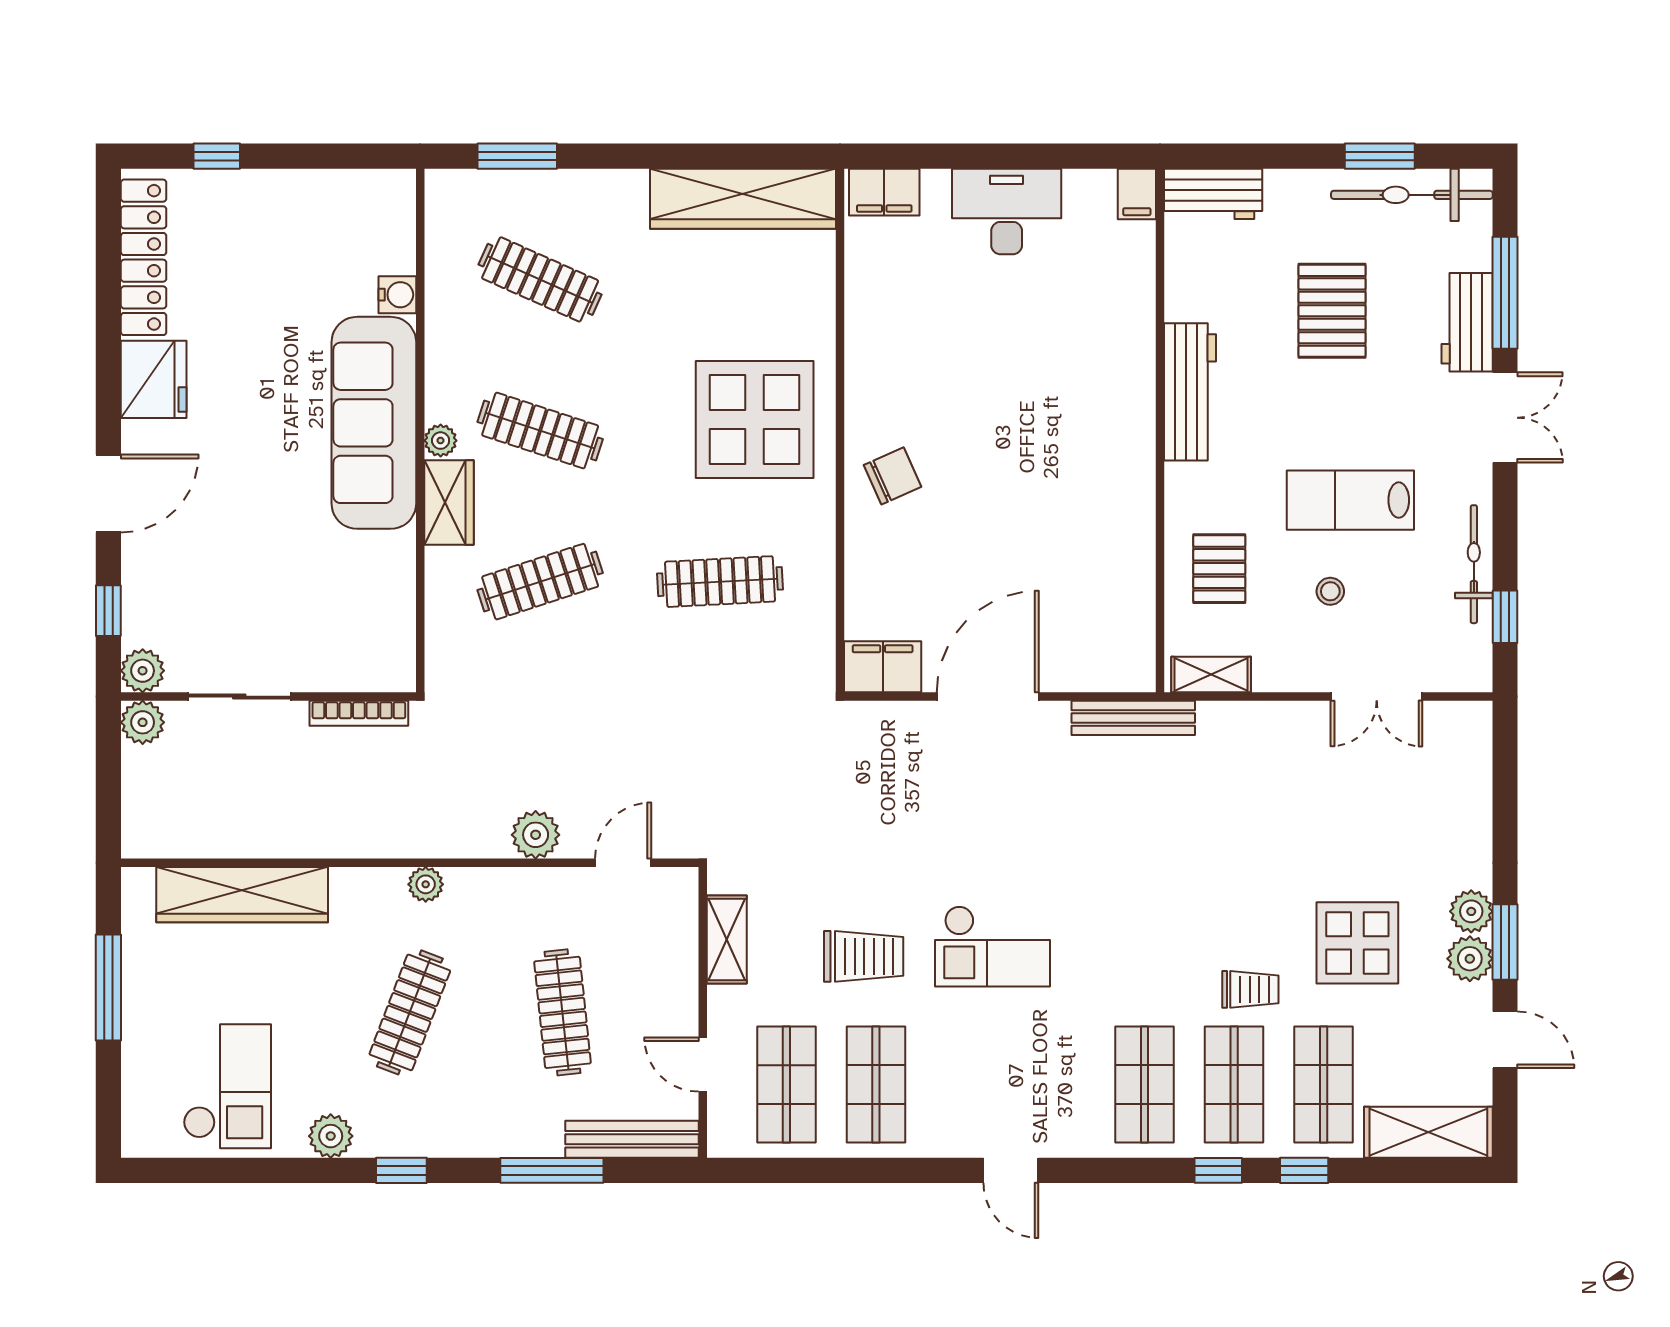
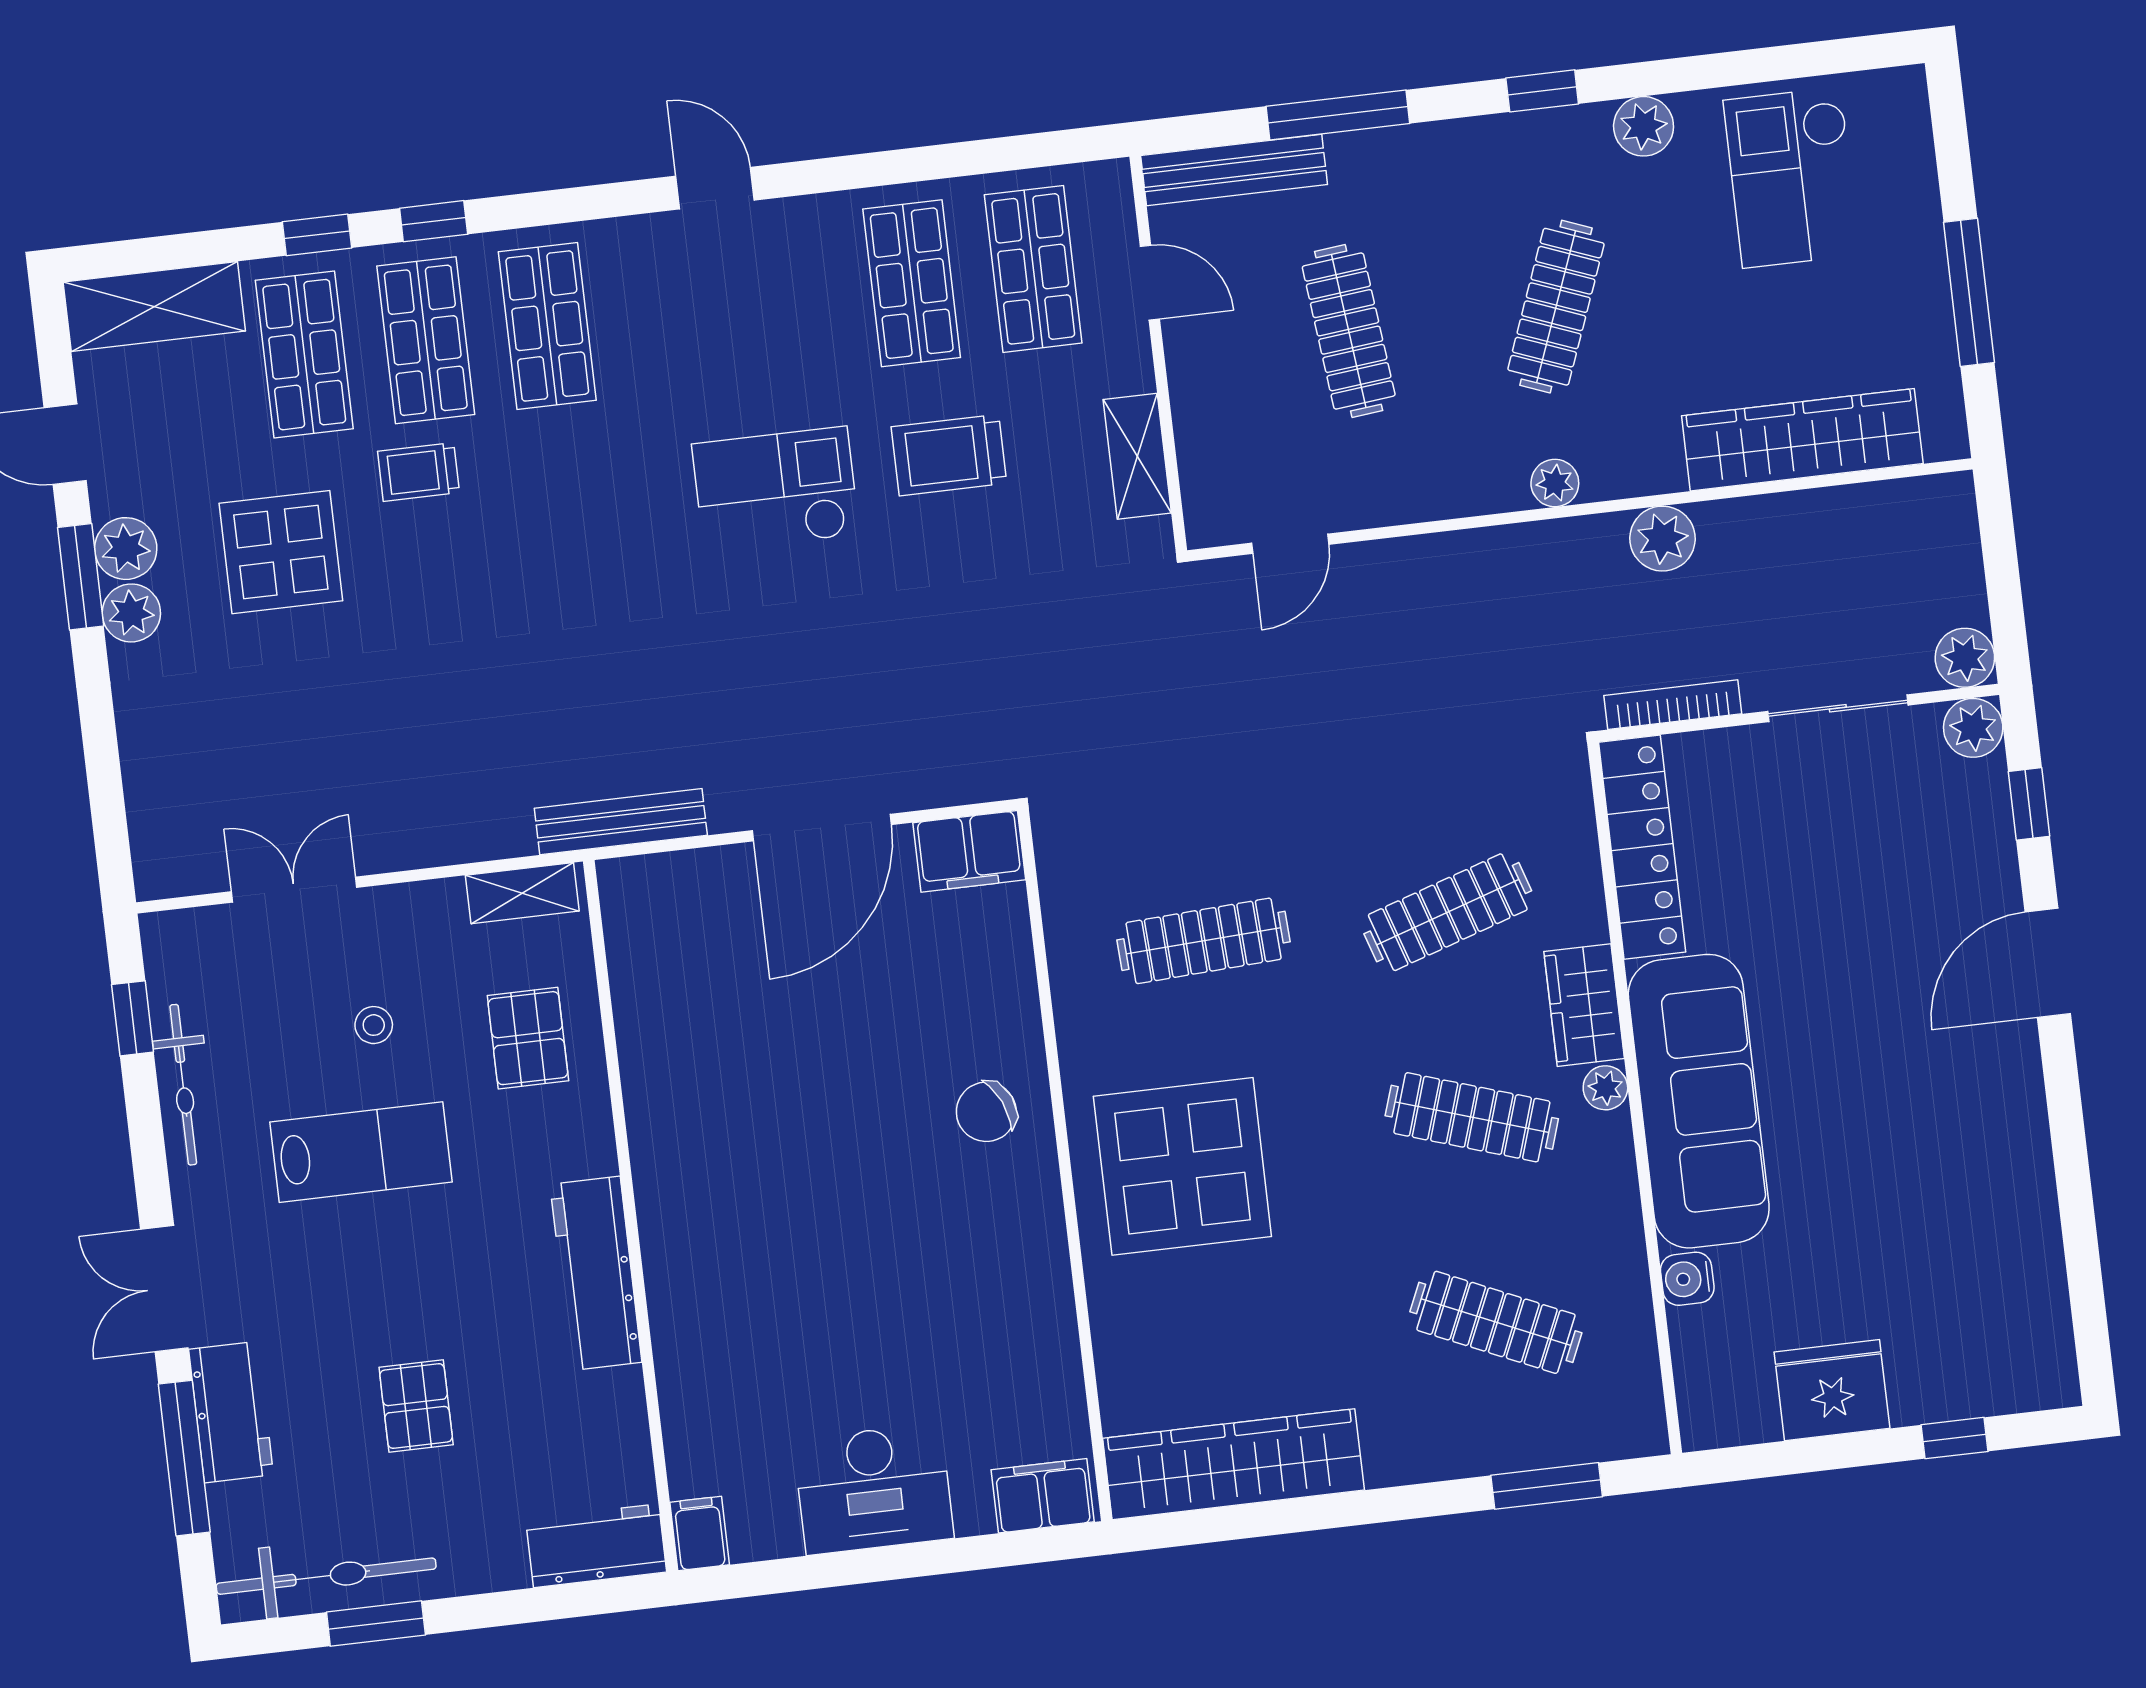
locker: (144, 257) -> (1642, 847), moved, turned 180
pallet: (1332, 311) -> (416, 1406), width x0.67, depth x0.71
fridge: (154, 379) -> (1832, 1390), moved, turned 90
plant: (536, 835) -> (1663, 539), moved

